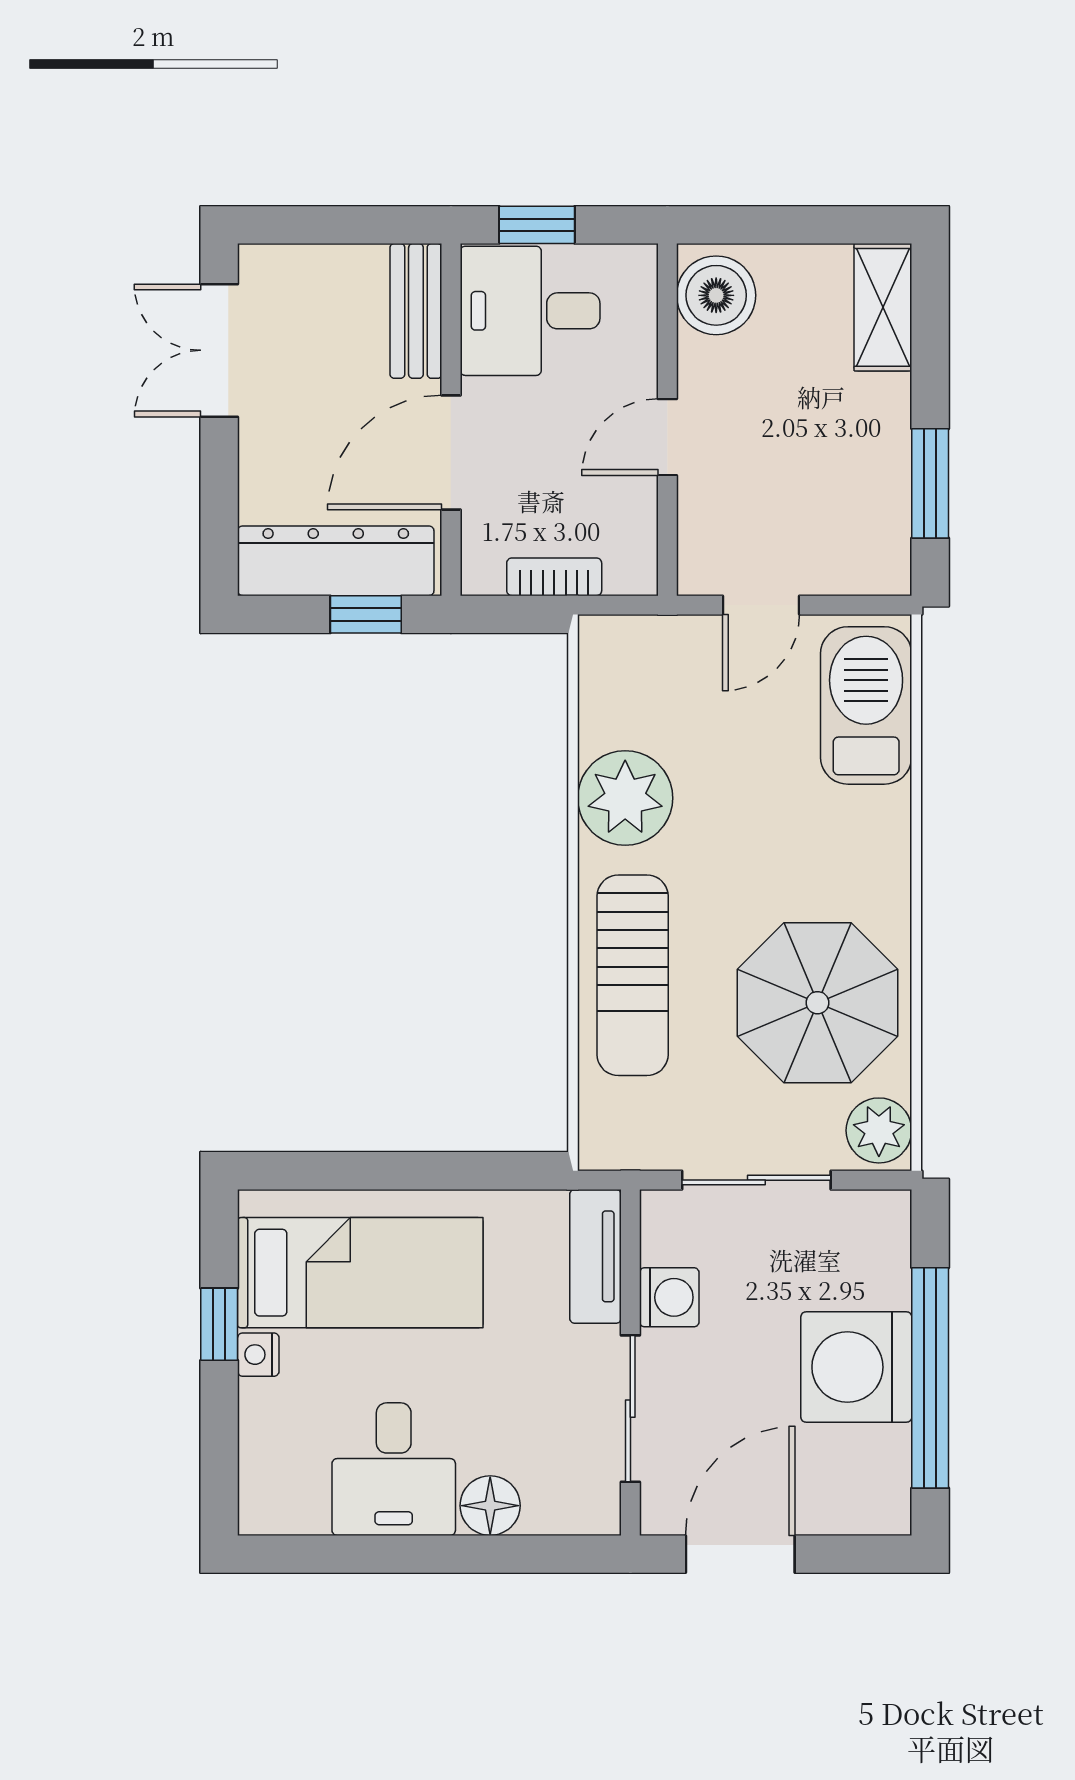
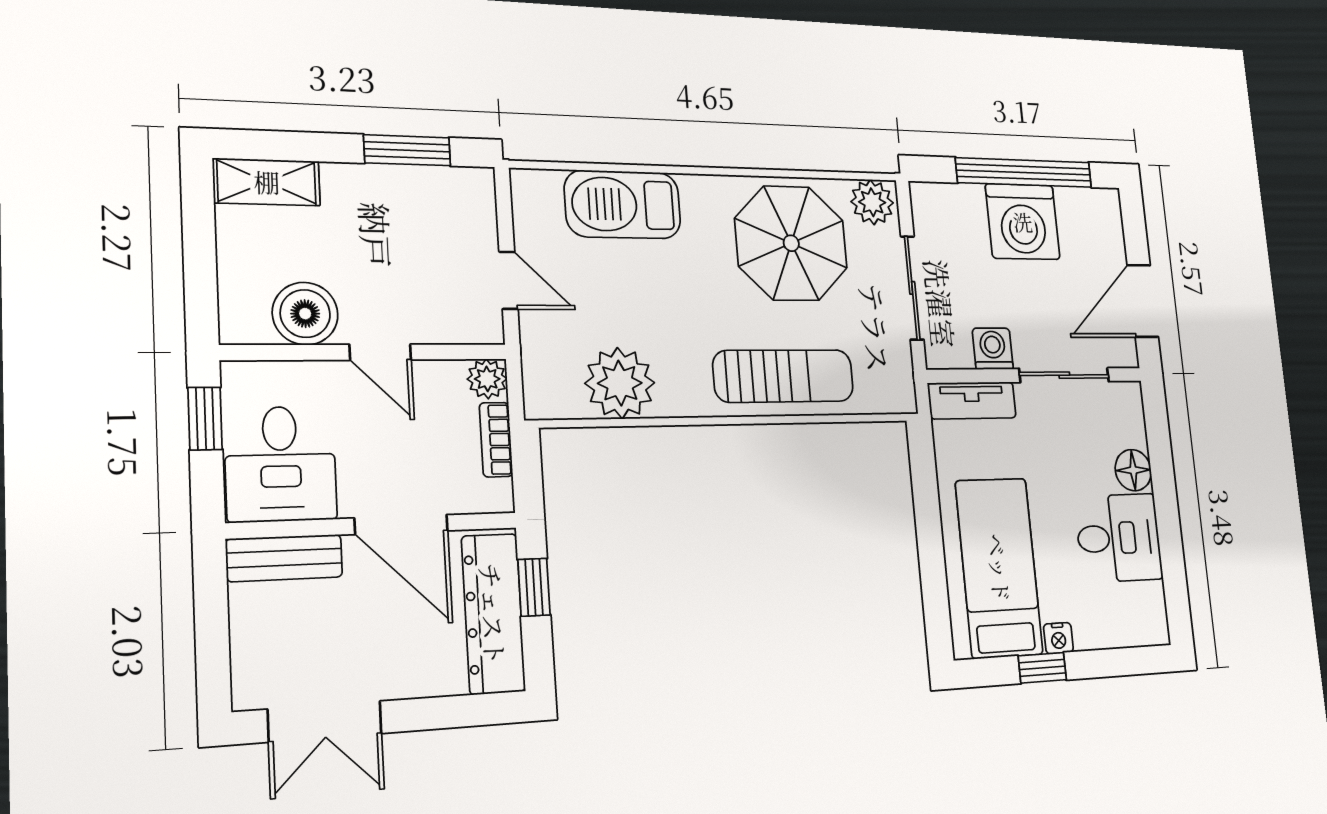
window: (537, 225) -> (205, 419), moved
boiler: (716, 295) -> (305, 314), moved
plant: (632, 570) -> (487, 379), added
barbecue: (866, 705) -> (623, 204), moved
plant: (625, 798) -> (620, 383), moved
door: (740, 1554) -> (1143, 301), hinge flipped

